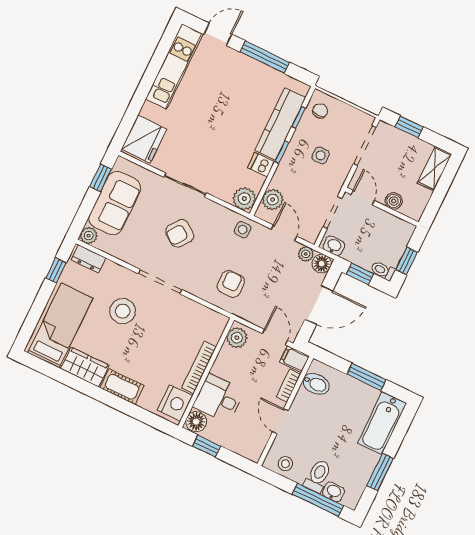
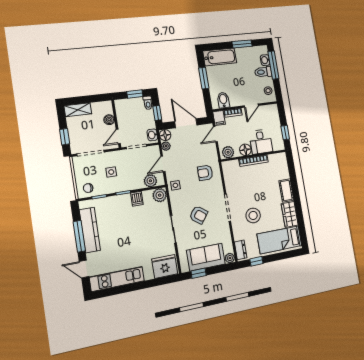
kitchen counter: (280, 124) -> (90, 230), moved, turned -90
nightstand: (175, 403) -> (277, 161), removed
floor lamp: (196, 422) -> (245, 150), moved

